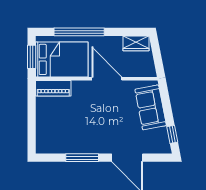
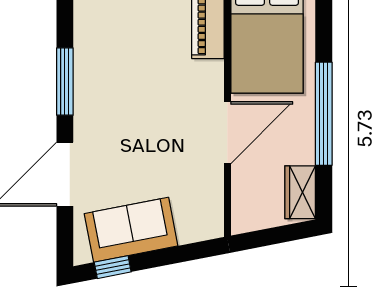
window: (79, 32) -> (324, 114), moved
sofa: (151, 107) -> (131, 230), moved

